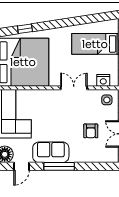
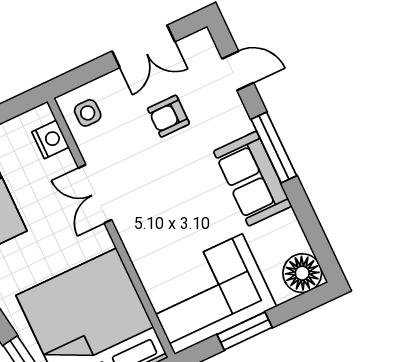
armchair: (91, 131) -> (168, 116), turned 180
door: (22, 166) -> (238, 71), moved

